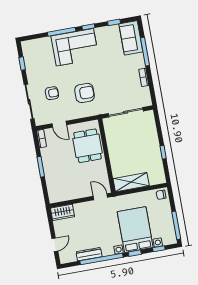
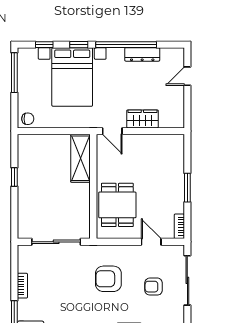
shelving: (131, 182) -> (81, 158), moved, turned 90
wardrobe: (62, 212) -> (142, 119), moved

